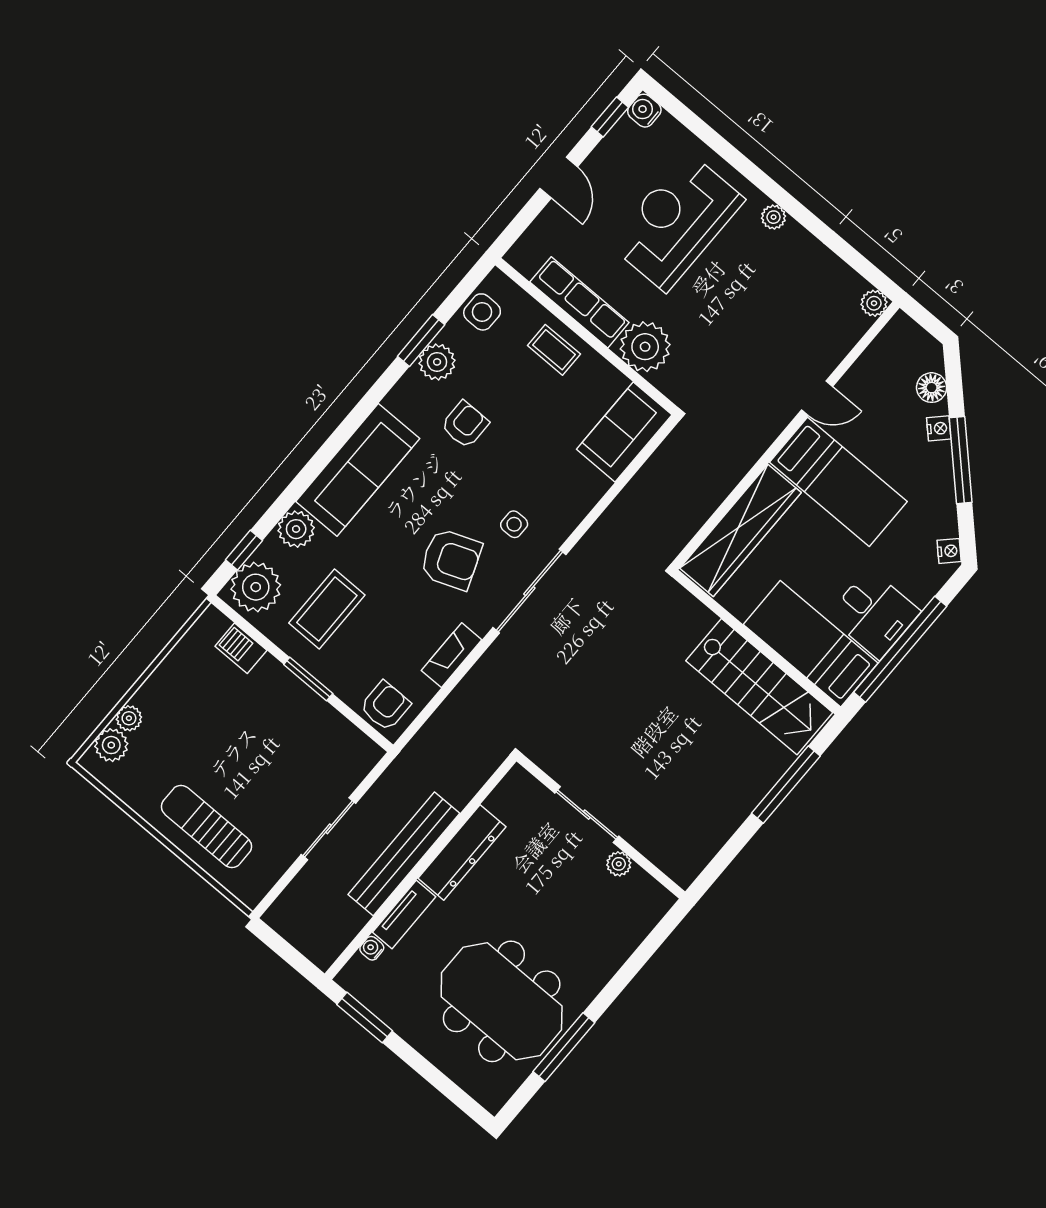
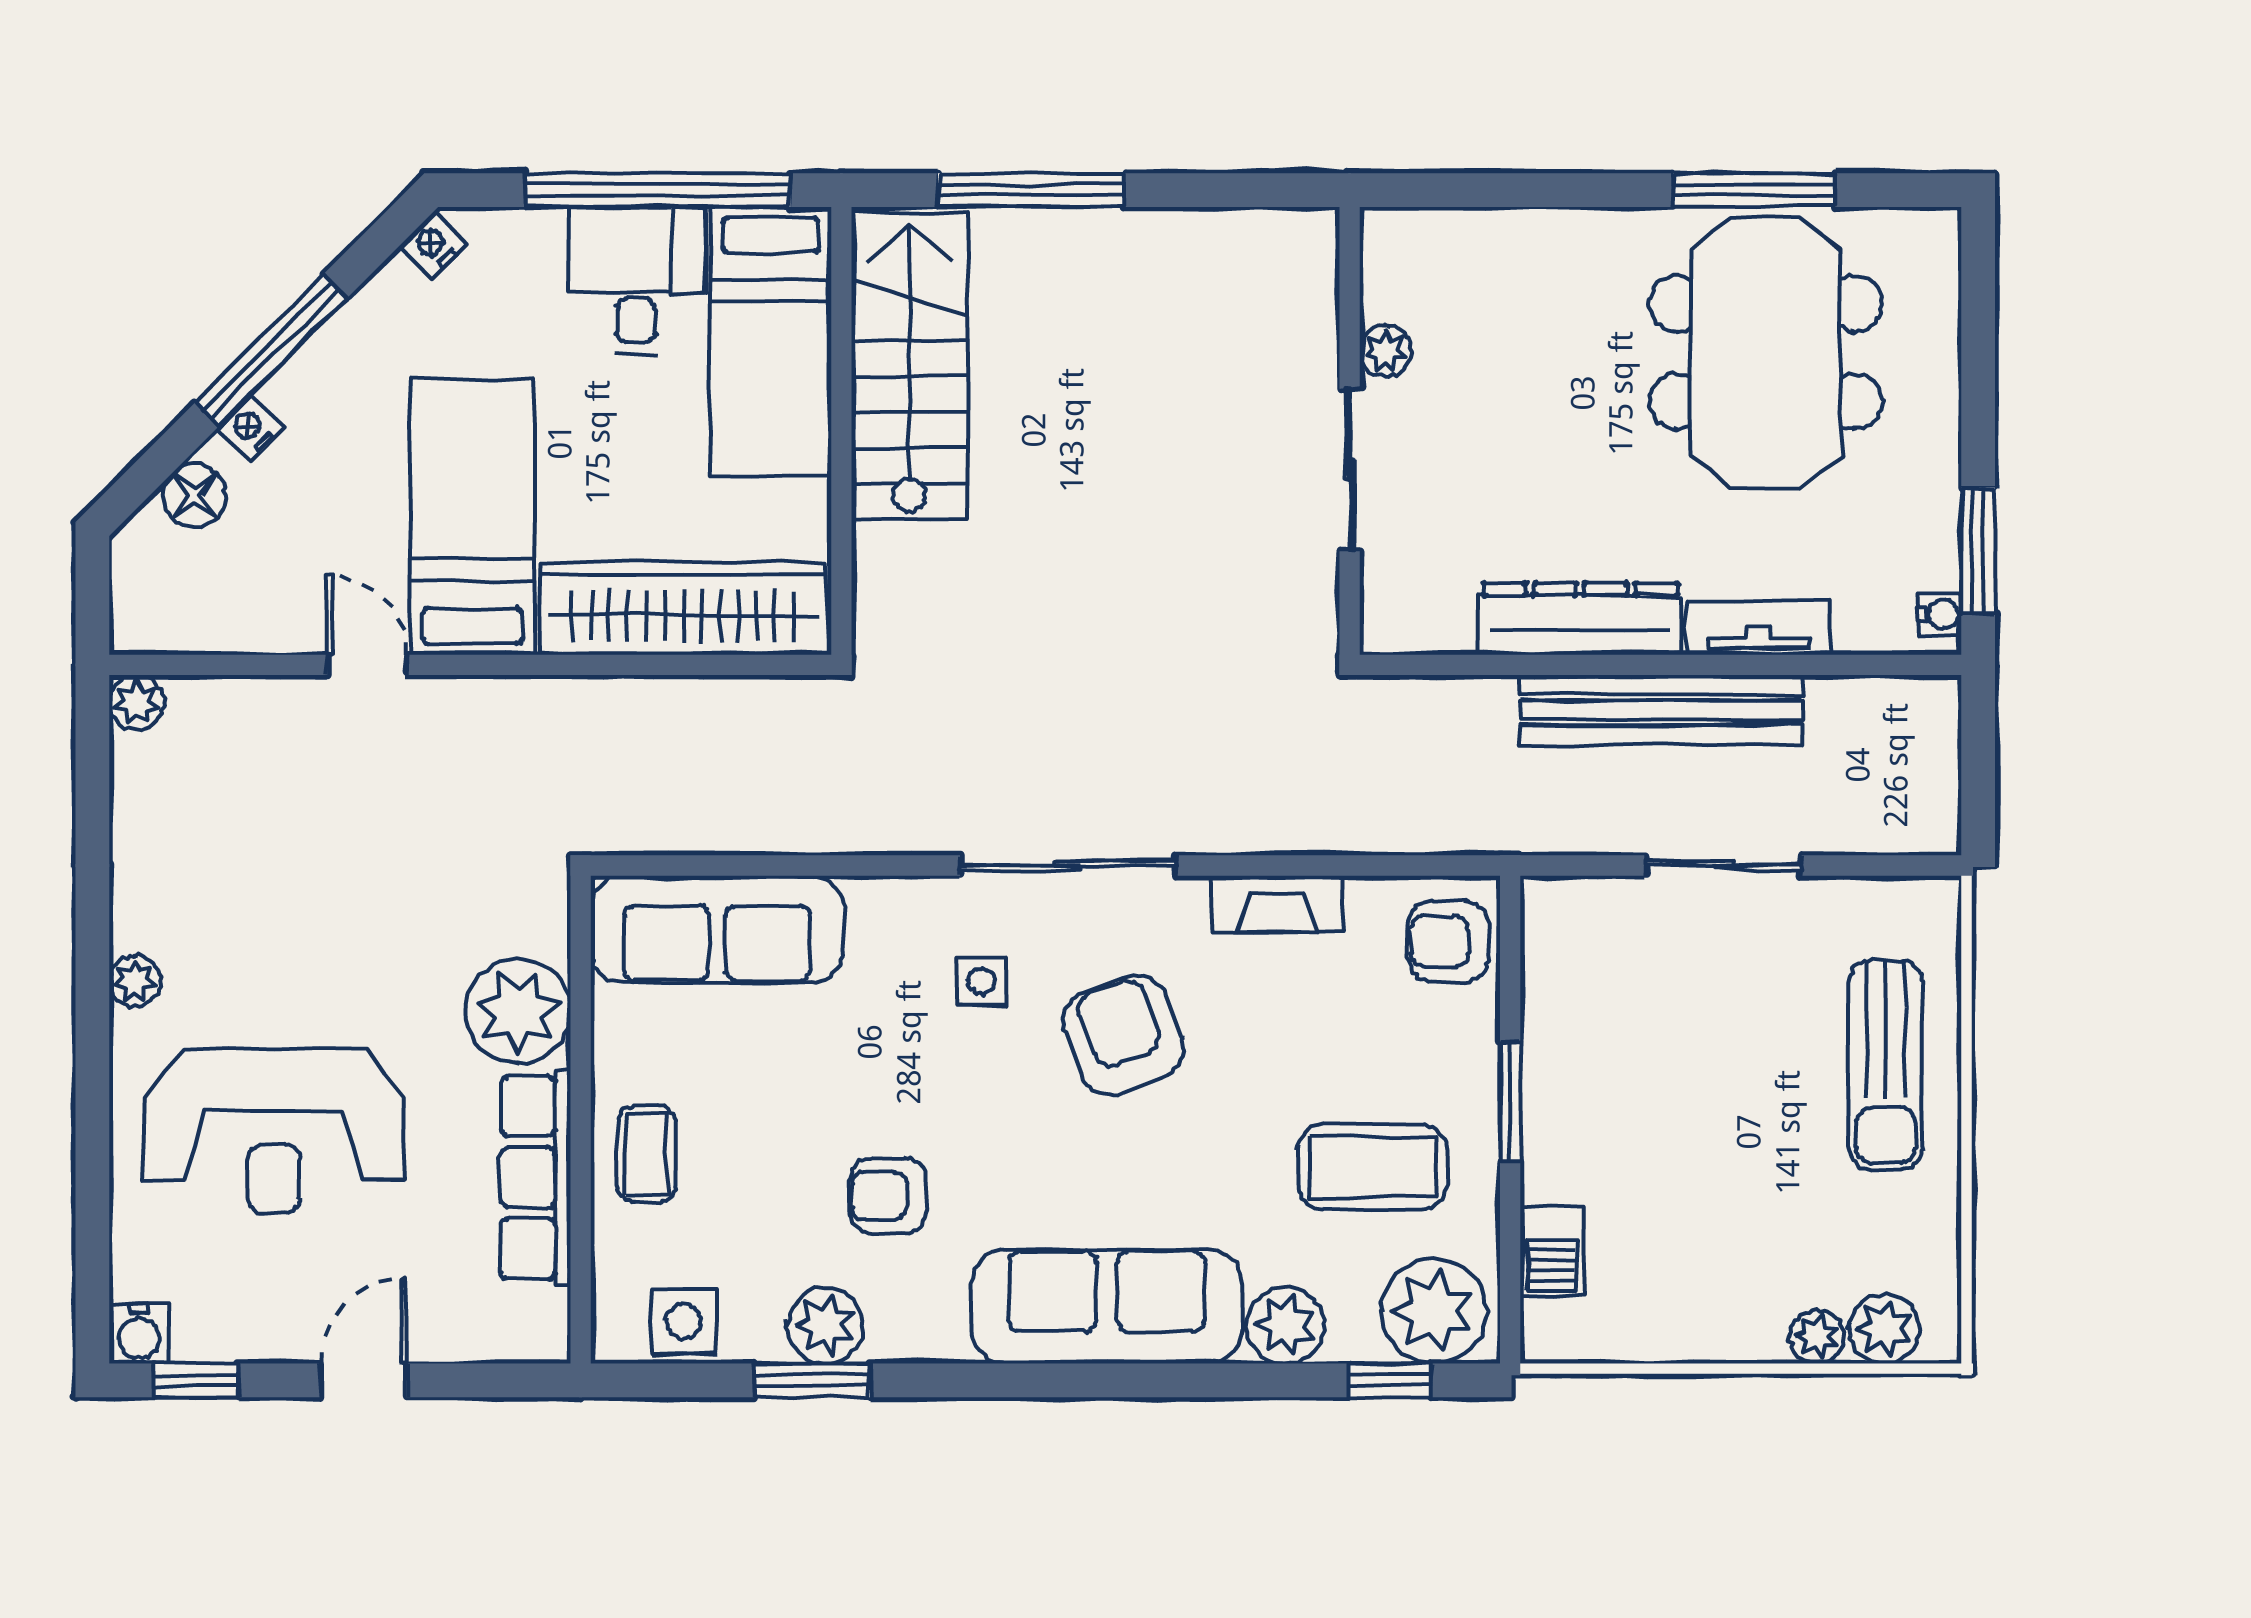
sofa: (624, 432) -> (717, 929), width x1.36
water cooler: (372, 948) -> (1940, 614), moved, turned -90

